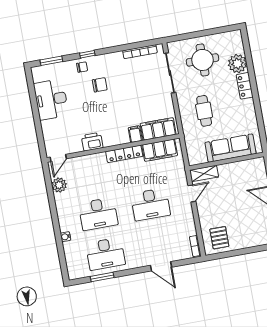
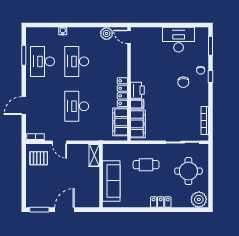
plant: (237, 64) -> (199, 199), moved
printer: (92, 142) -> (137, 90), moved
door: (192, 193) -> (59, 142), moved

